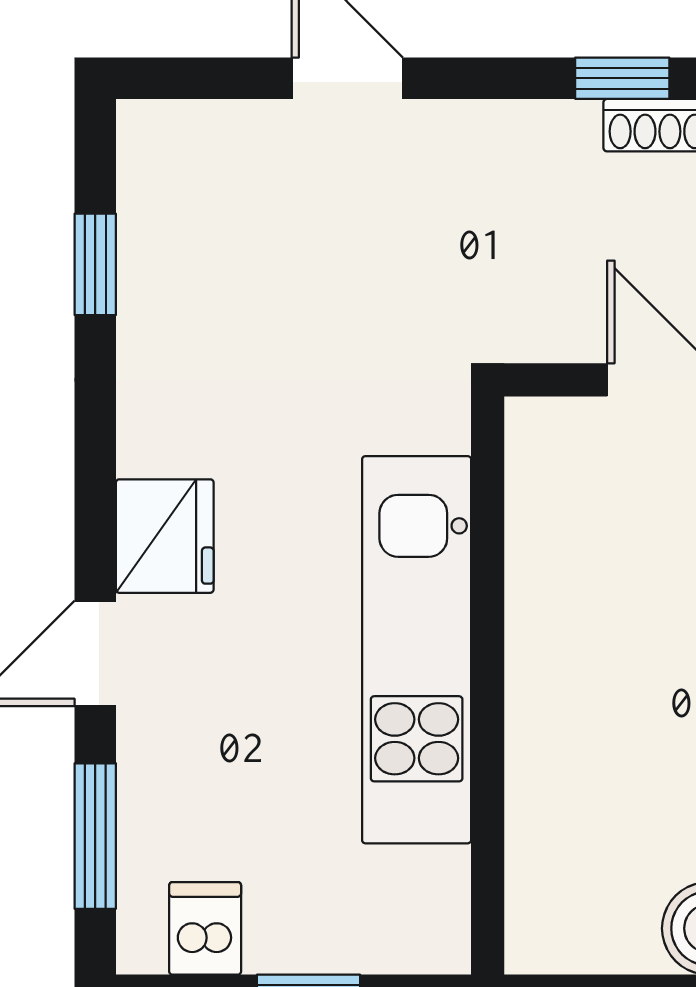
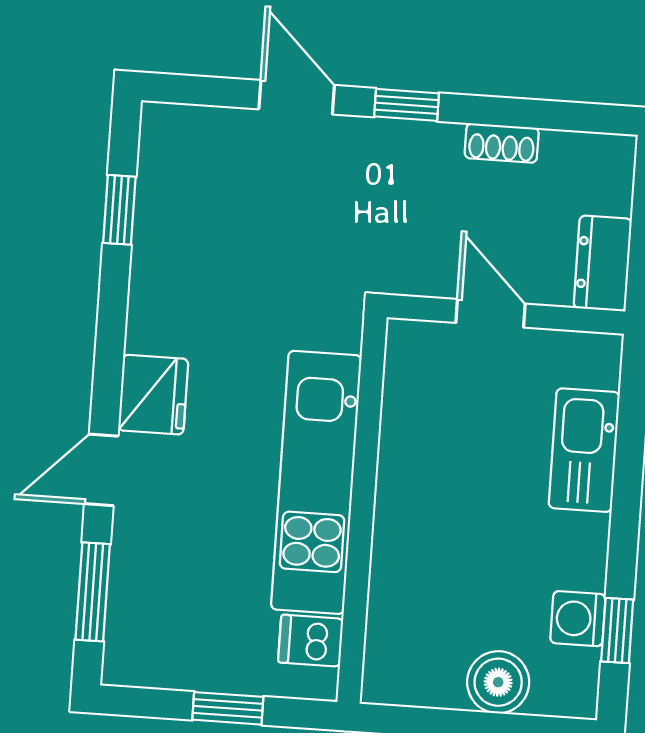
window: (622, 78) -> (407, 105), moved
dishwasher: (205, 928) -> (311, 641), moved, turned -90

